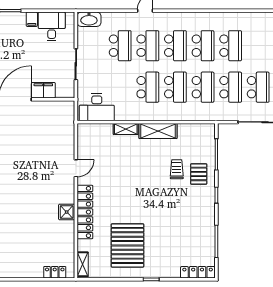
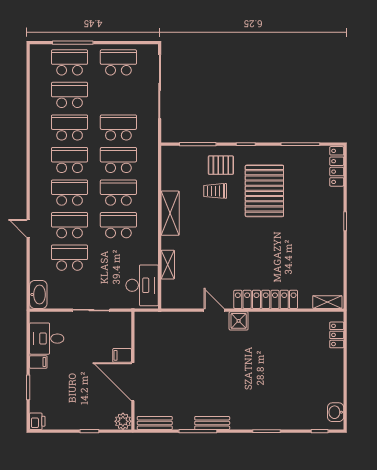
school desk: (258, 87) -> (70, 95), moved
filing cabinet: (43, 90) -> (122, 355), width x0.50
shelving: (126, 129) -> (168, 265), moved
shower: (67, 212) -> (239, 321), moved
pallet: (127, 245) -> (264, 191), moved, turned 90

